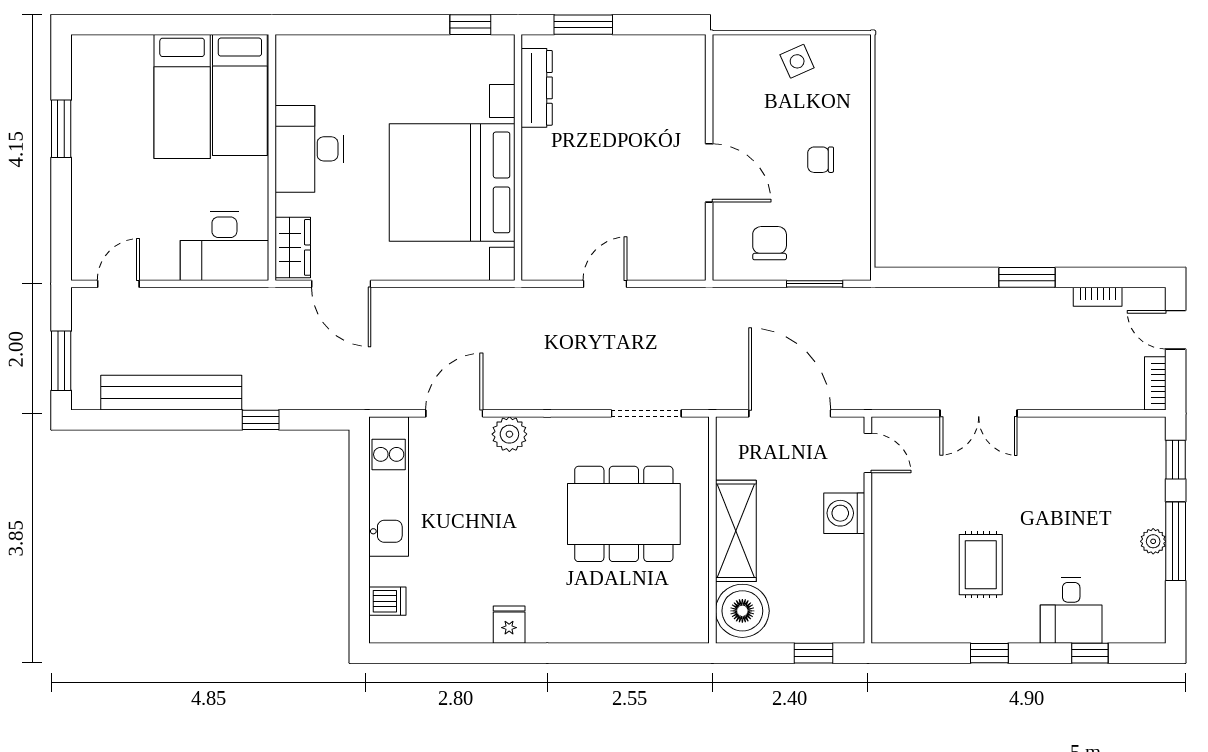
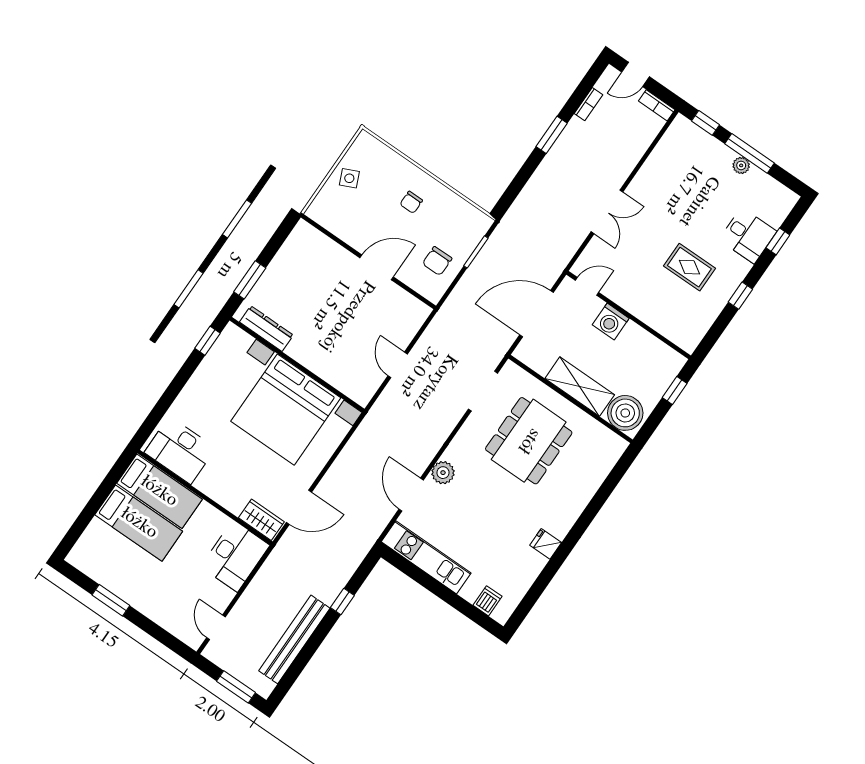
desk: (309, 149) -> (180, 450), moved
chair: (770, 243) -> (437, 261), turned -90

